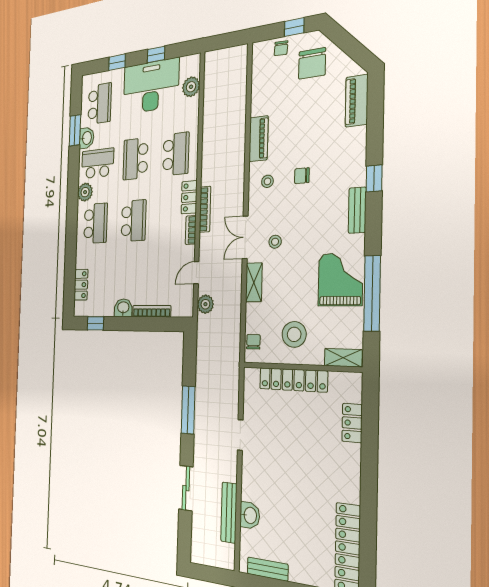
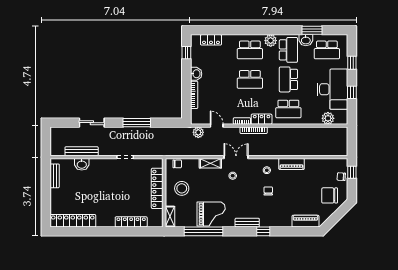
window: (294, 27) -> (352, 172), moved
school desk: (135, 159) -> (288, 79), turned -90
locker: (352, 423) -> (131, 222), width x1.53

